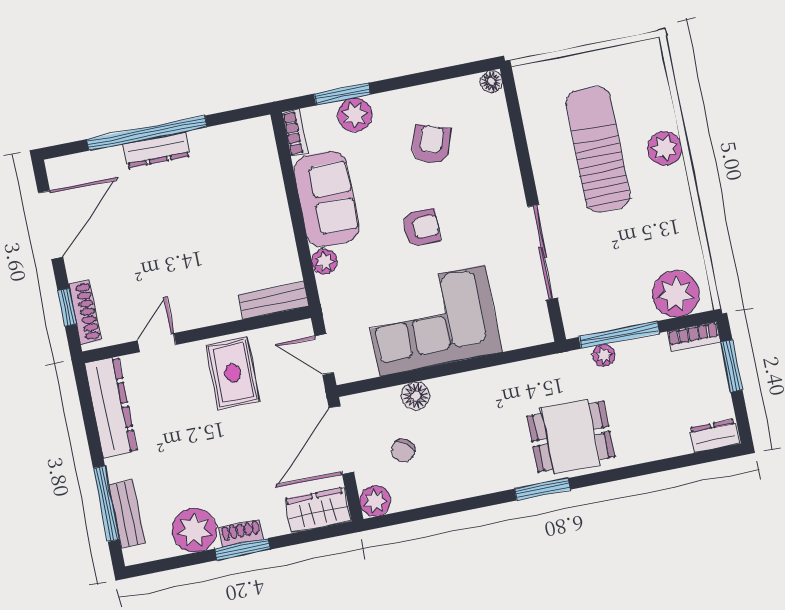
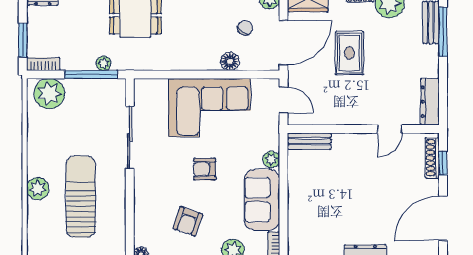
sun lounger: (598, 149) -> (81, 197), turned 180
rug: (233, 373) -> (349, 53), moved
dresser: (111, 408) -> (430, 102), width x0.73, depth x0.80

